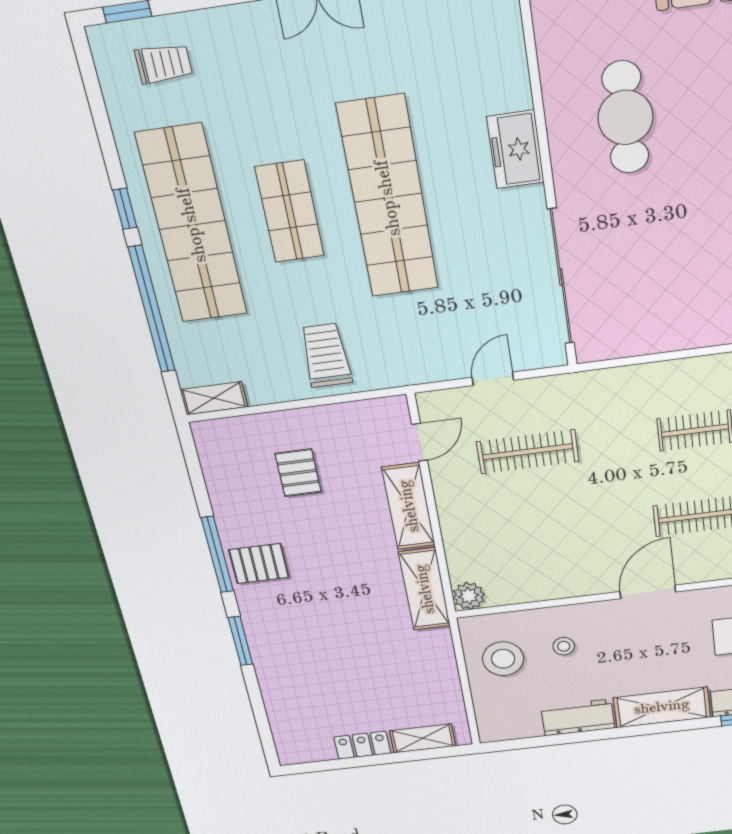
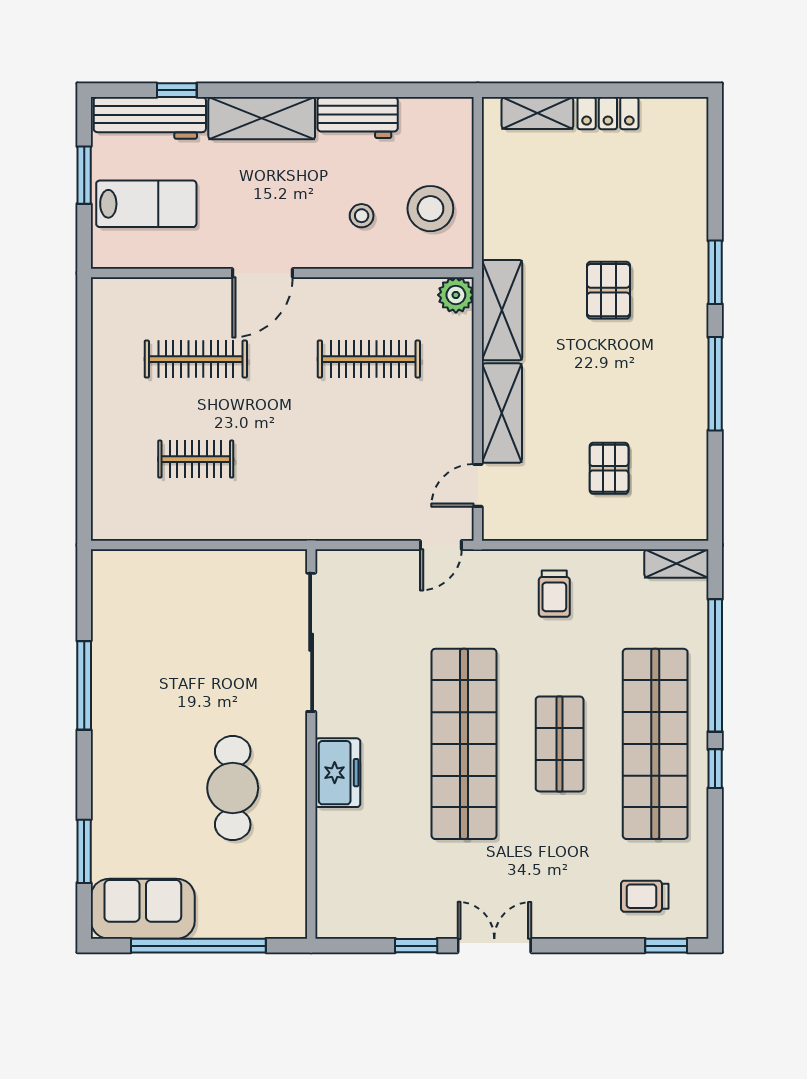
trolley: (326, 355) -> (554, 594), width x0.73, depth x0.72
door: (493, 379) -> (441, 545), moved
clothes rail: (528, 452) -> (369, 359), moved
pallet: (259, 564) -> (608, 290), moved, turned 90

